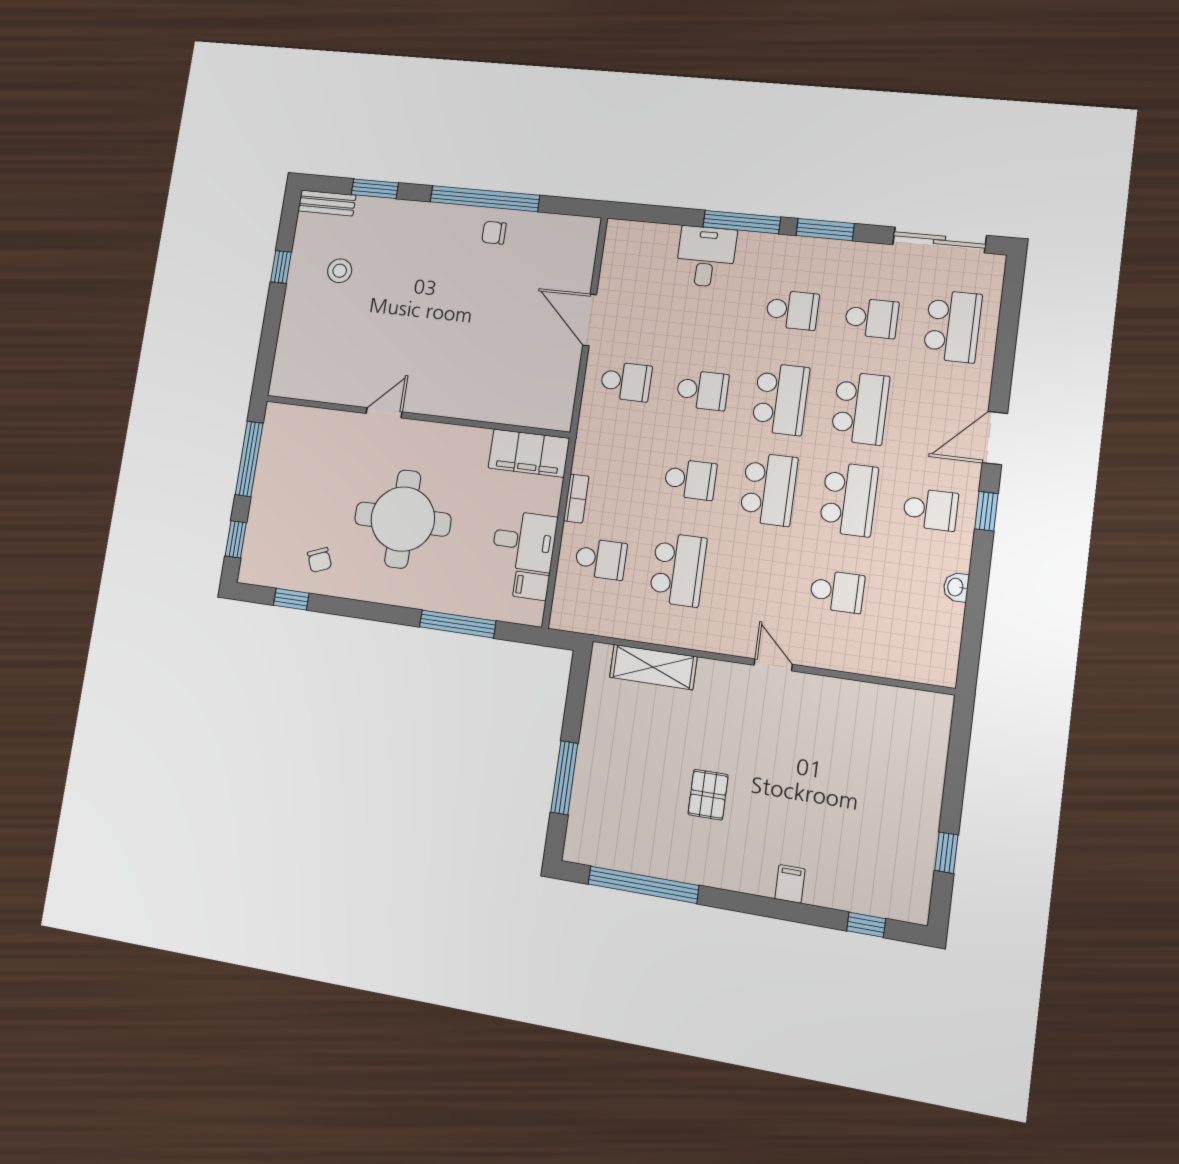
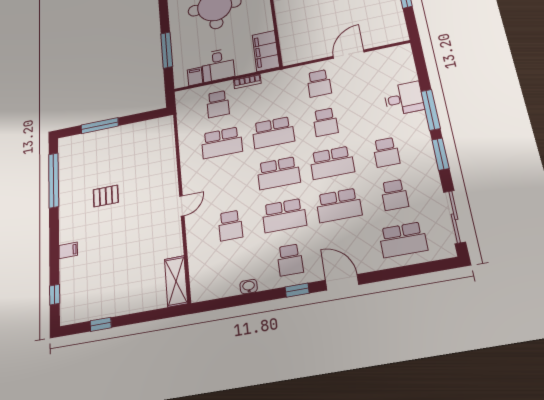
school desk: (690, 479) -> (273, 132), width x1.85
shelving: (653, 667) -> (176, 281), moved

